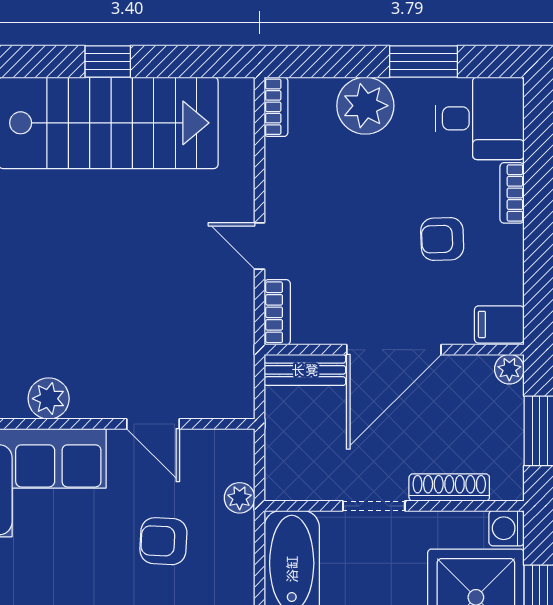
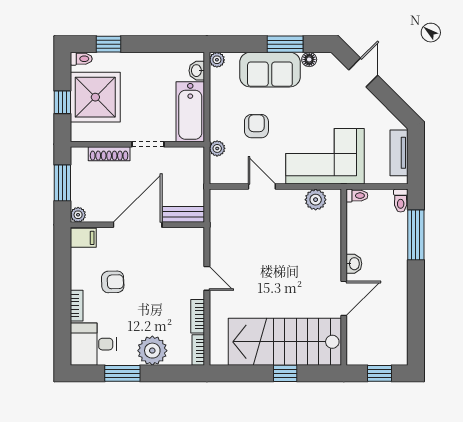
bookcase: (277, 312) -> (198, 316), moved
washing machine: (506, 528) -> (80, 133), removed
armchair: (163, 541) -> (256, 126), turned -93

